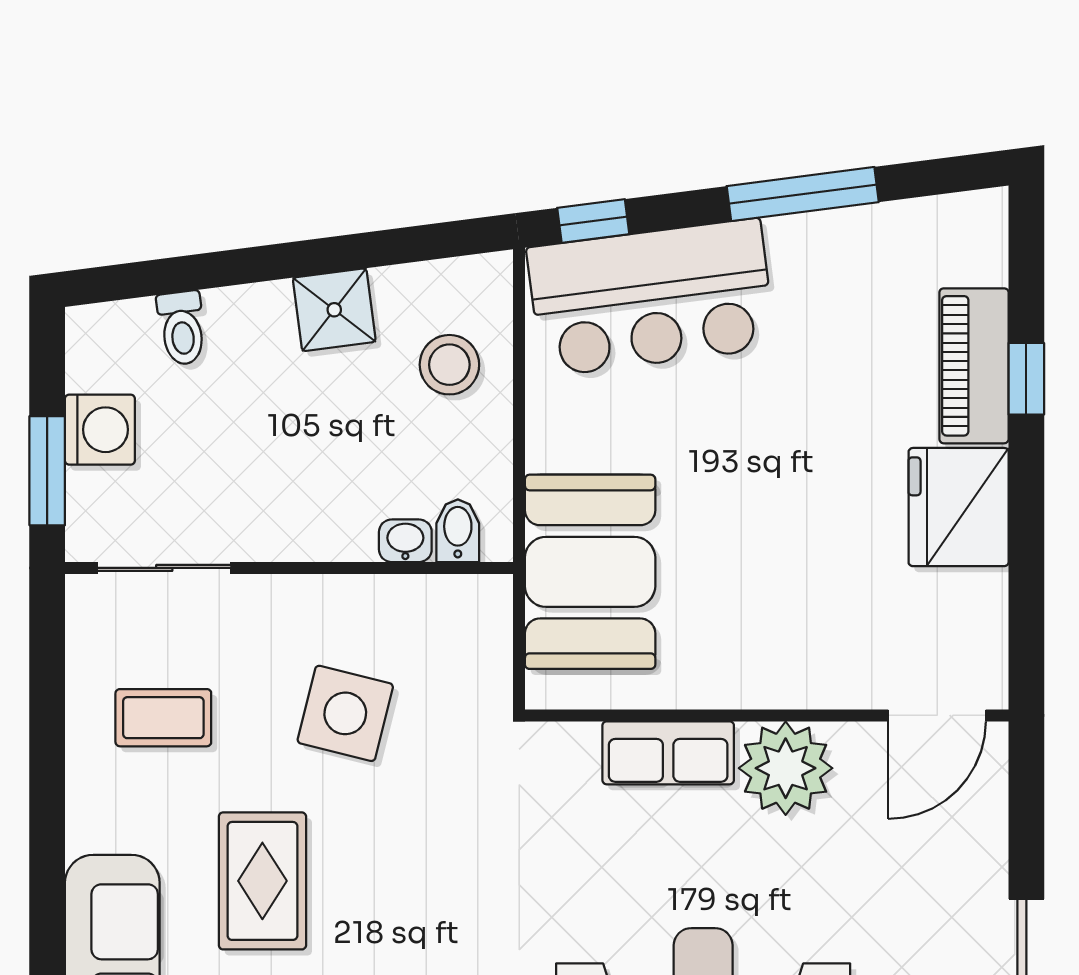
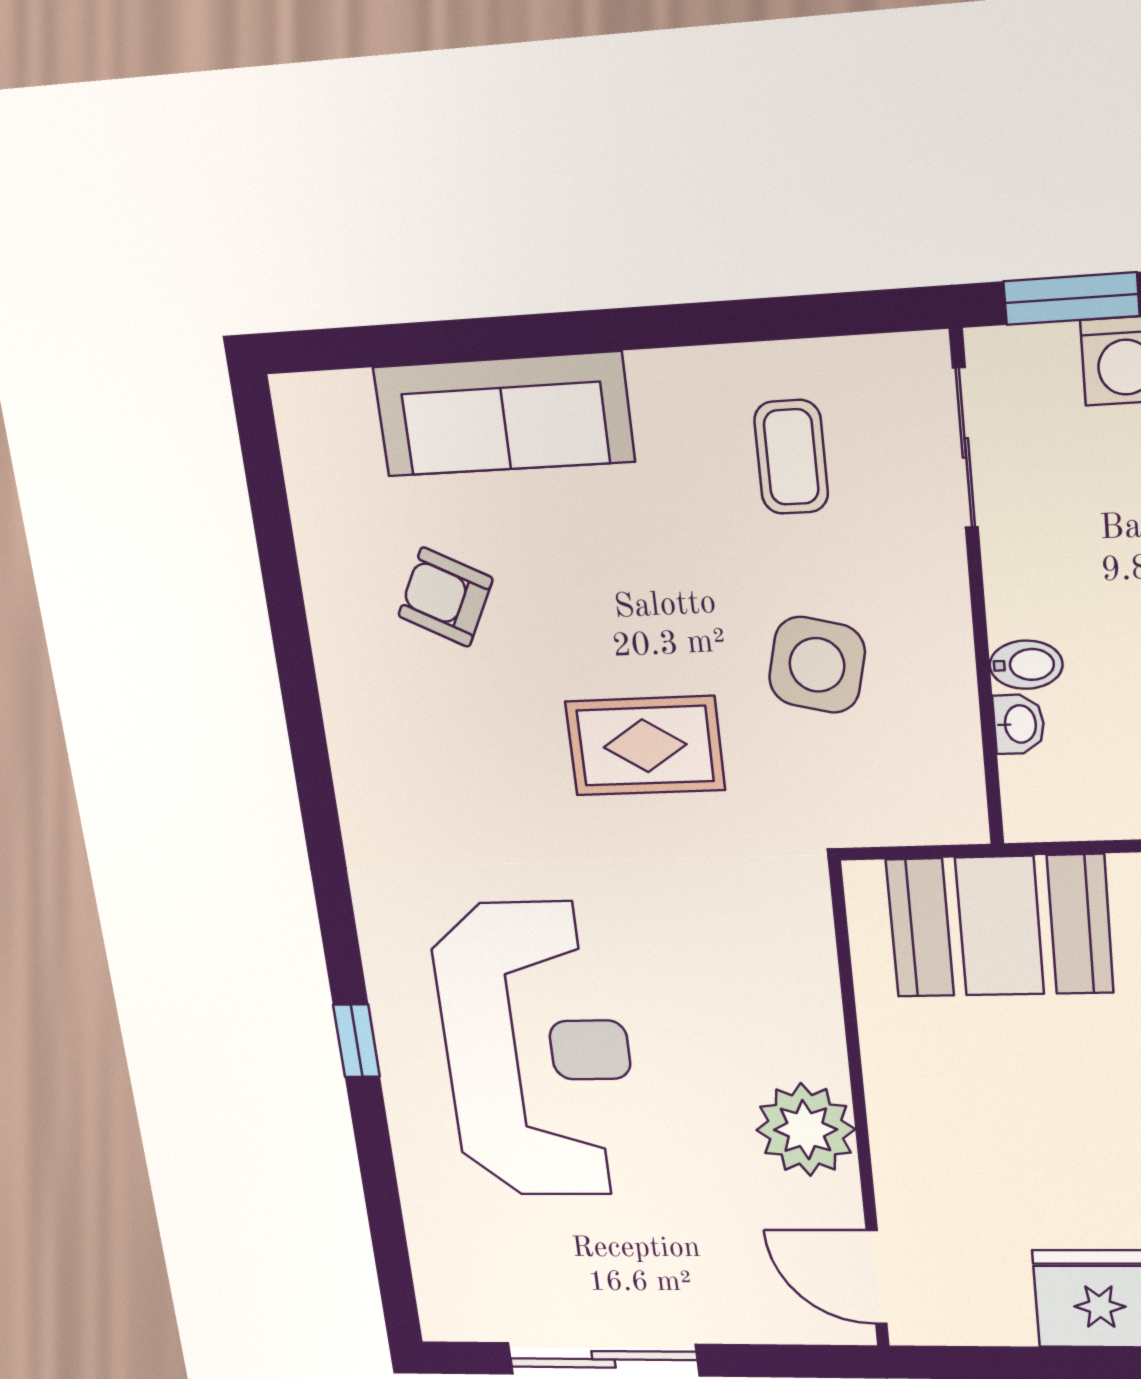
bidet: (458, 531) -> (1026, 665), moved
row of seats: (668, 753) -> (809, 1011), removed
rug: (262, 881) -> (645, 746), moved

